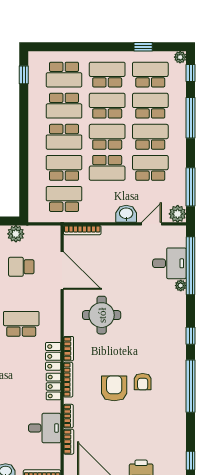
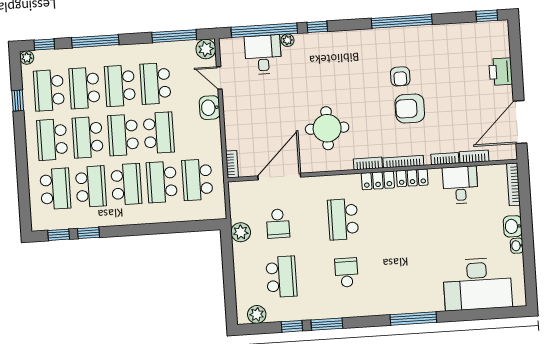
window: (24, 101) -> (88, 233), added
bookcase: (82, 230) -> (232, 164), width x0.64
window: (191, 336) -> (317, 27), moved
armchair: (143, 382) -> (400, 76), turned 90

